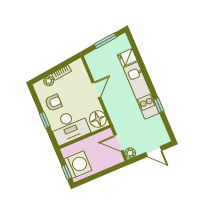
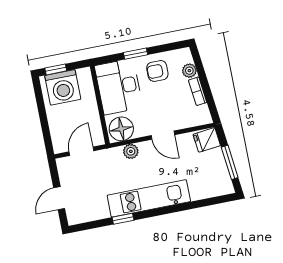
fridge: (127, 58) -> (207, 140), moved, turned -96
armchair: (53, 103) -> (157, 71), turned 90
plant: (130, 153) -> (131, 151), moved

